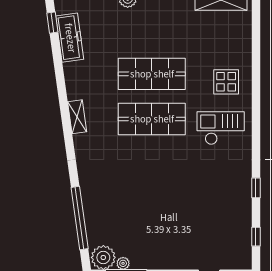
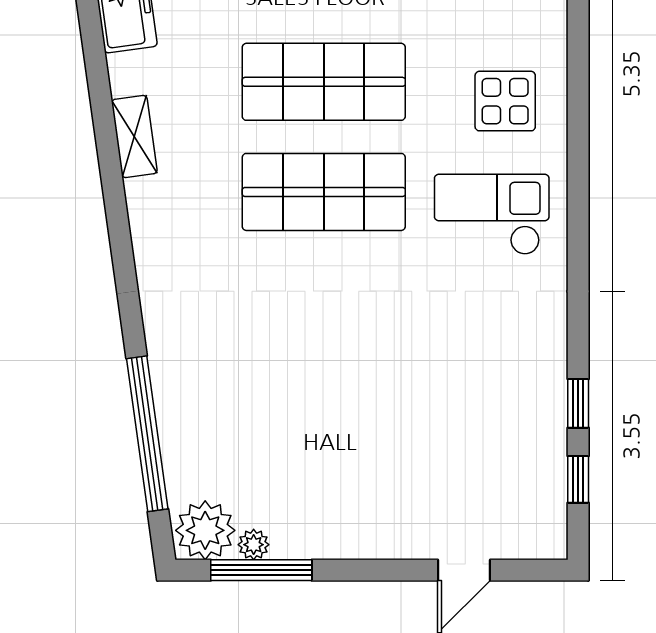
shelving: (77, 117) -> (134, 137), moved
window: (256, 188) -> (578, 403), moved

